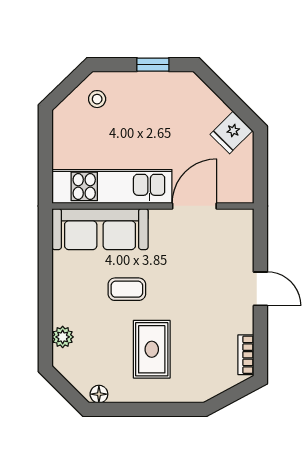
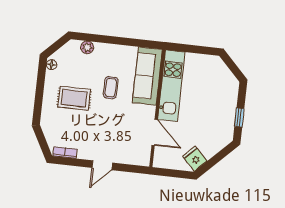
stool: (97, 99) -> (223, 83), removed

